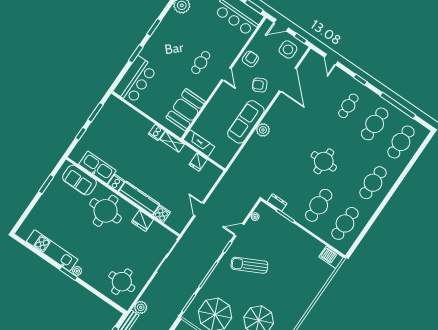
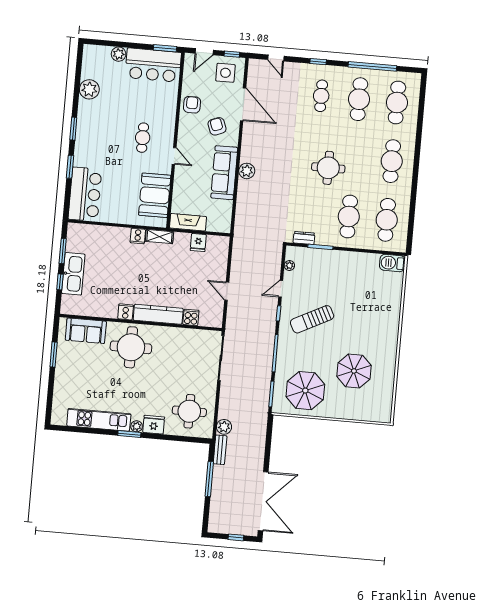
door: (226, 74) -> (174, 156), moved
armchair: (260, 85) -> (217, 126), turned 96
kitchen sink: (97, 167) -> (73, 274), moved, turned 90
fridge: (142, 221) -> (154, 425), moved, turned 180

